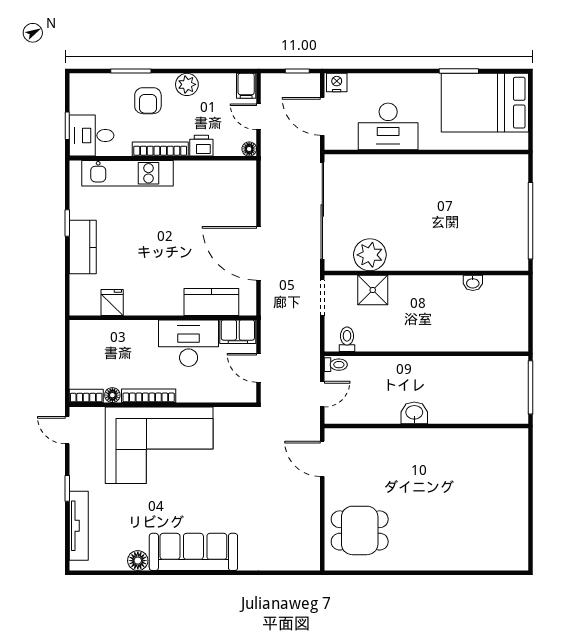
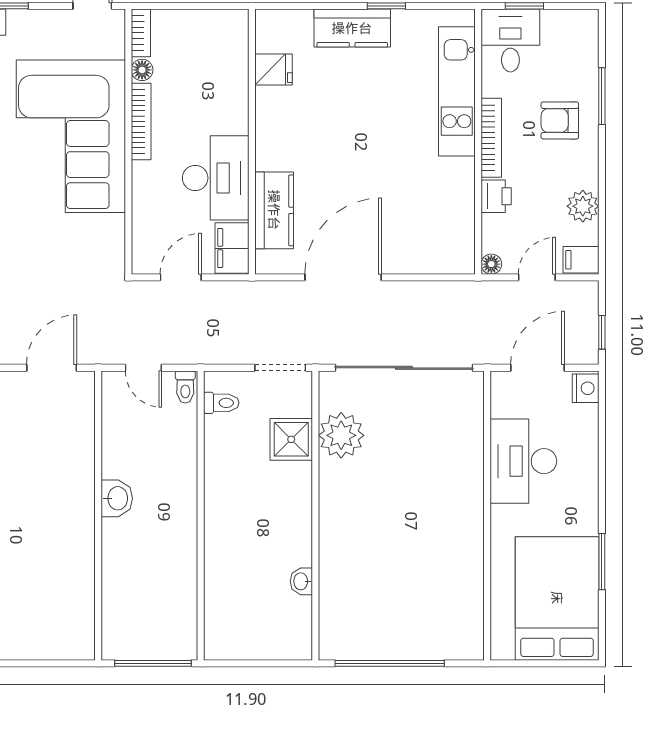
plant: (187, 84) -> (583, 206), moved

